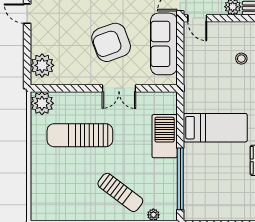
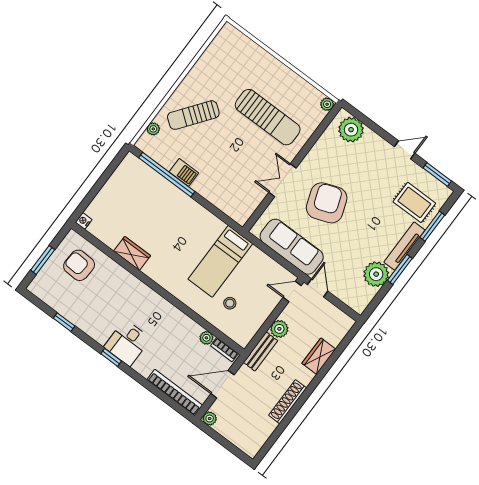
plant: (42, 103) -> (327, 104), width x0.53, depth x0.53
bed: (215, 128) -> (220, 261), moved
sun lounger: (80, 135) -> (268, 117), turned 90
barbecue: (165, 136) -> (184, 172), moved, width x0.53, depth x0.65

